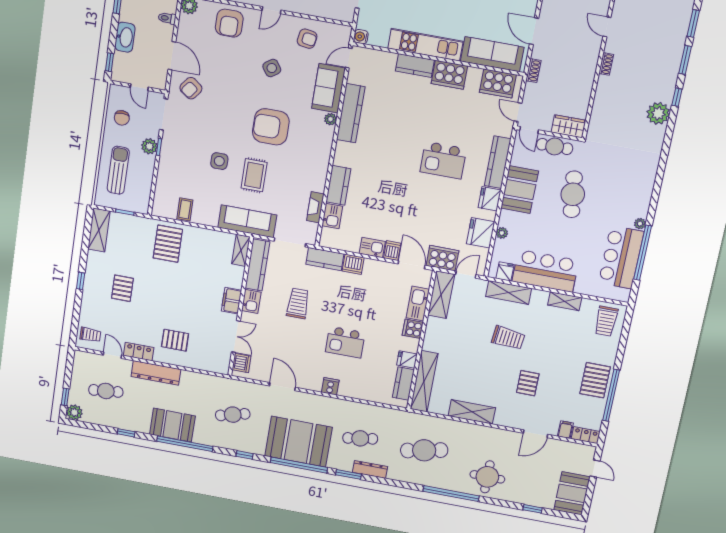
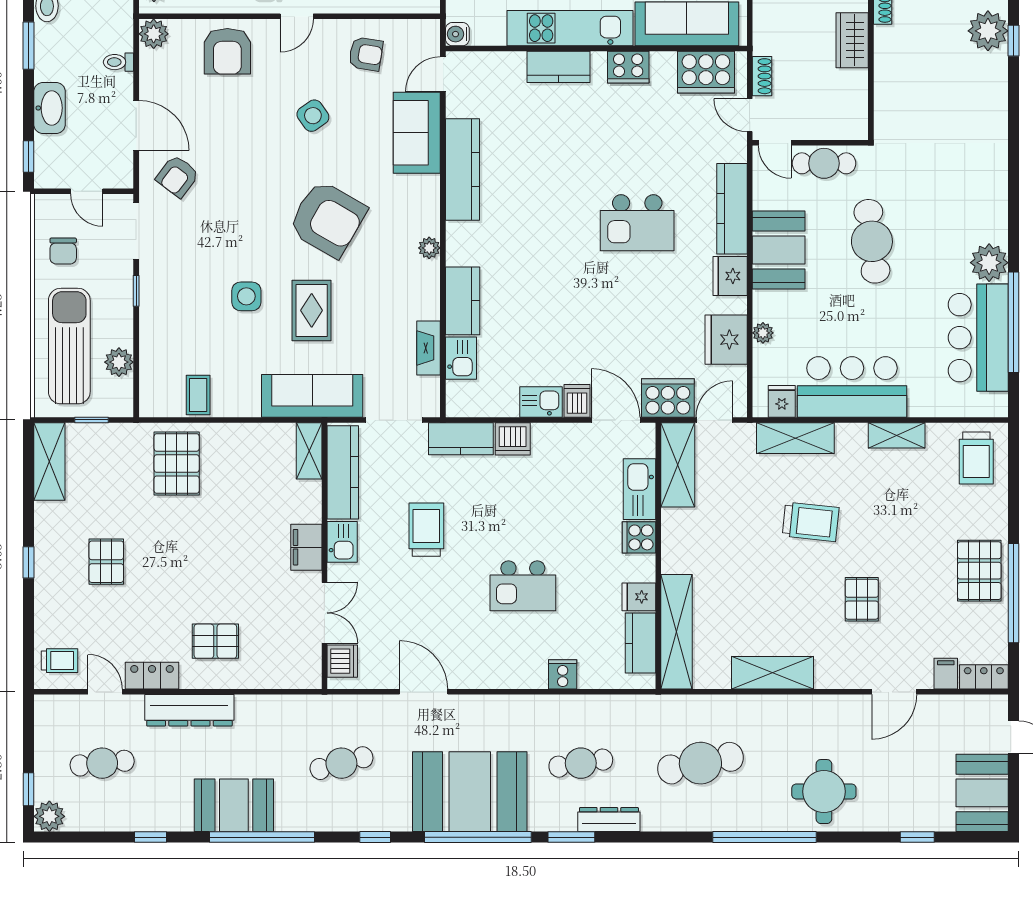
shoe rack: (533, 71) -> (762, 76), moved
cooker: (449, 75) -> (628, 67), width x0.73, depth x0.76
plant: (658, 113) -> (988, 31), moved
plant: (331, 119) -> (429, 248), moved
wardrobe: (568, 126) -> (852, 40), moved, turned -90
armchair: (271, 127) -> (327, 219), turned -150
plant: (149, 146) -> (119, 362), moved
sun lounger: (118, 170) -> (69, 346), width x1.36, depth x1.34
plant: (640, 224) -> (989, 263), width x1.88, depth x1.88
cooker: (330, 386) -> (563, 674), moved

